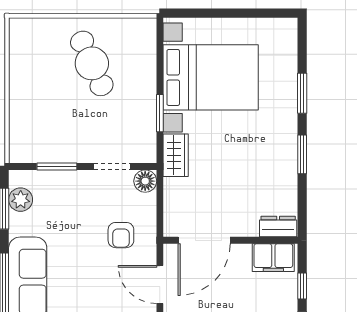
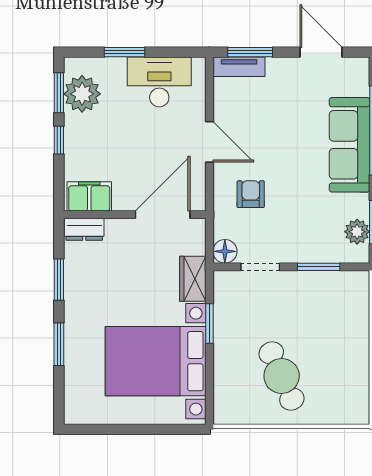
dresser: (278, 227) -> (84, 229), moved
door: (204, 240) -> (163, 215), moved
wall: (230, 240) -> (135, 215), moved
filing cabinet: (273, 258) -> (89, 196), moved

